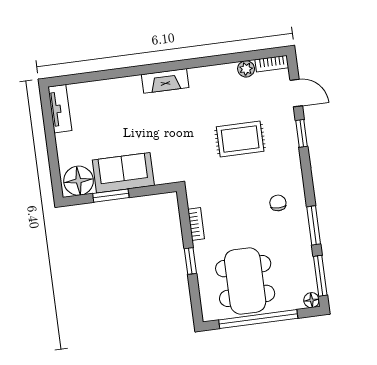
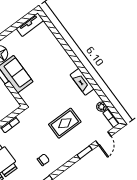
fireplace: (165, 81) -> (82, 82), moved
rug: (240, 139) -> (65, 123), turned 90

